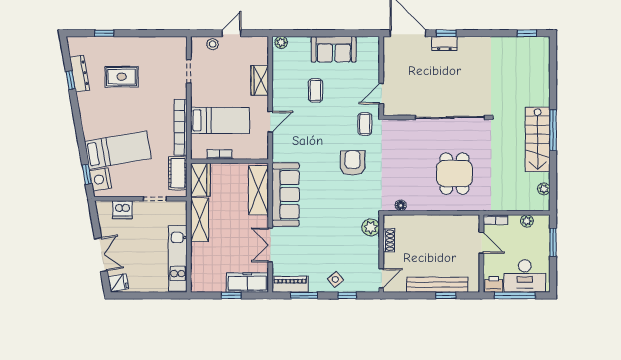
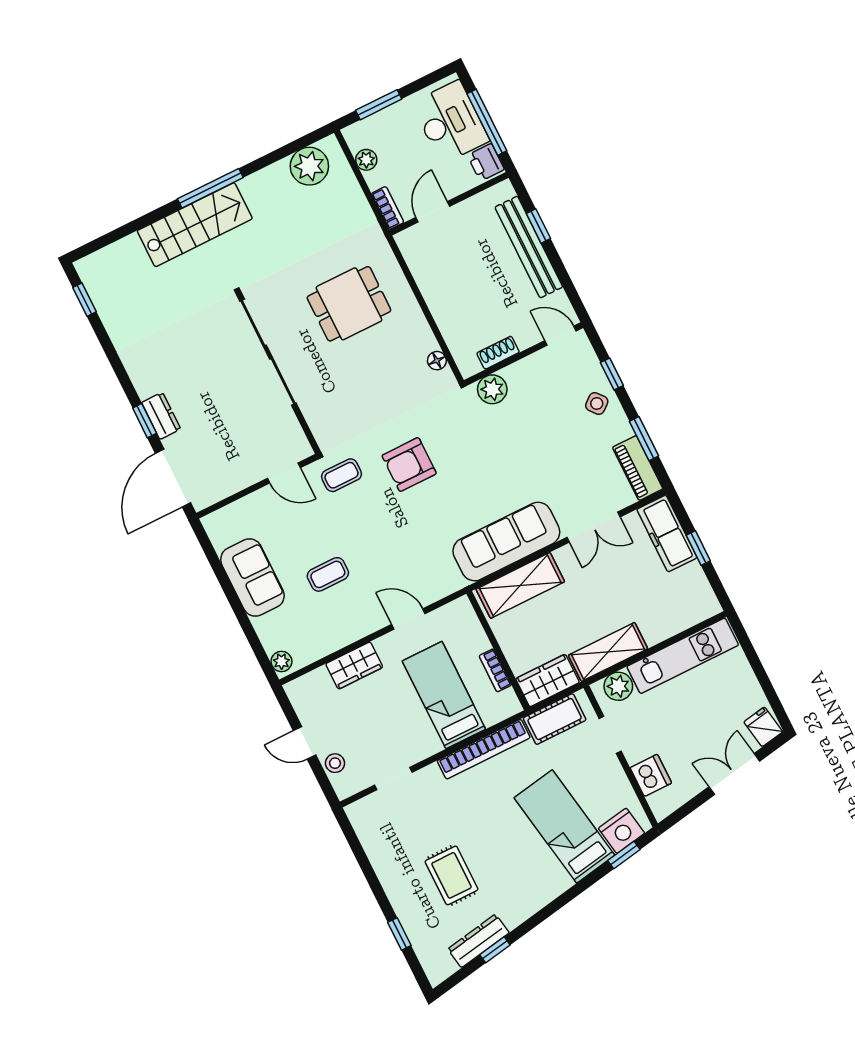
stairs: (538, 140) -> (195, 225), moved
plant: (544, 189) -> (309, 166), width x1.88, depth x1.88
plant: (179, 216) -> (618, 686), added

